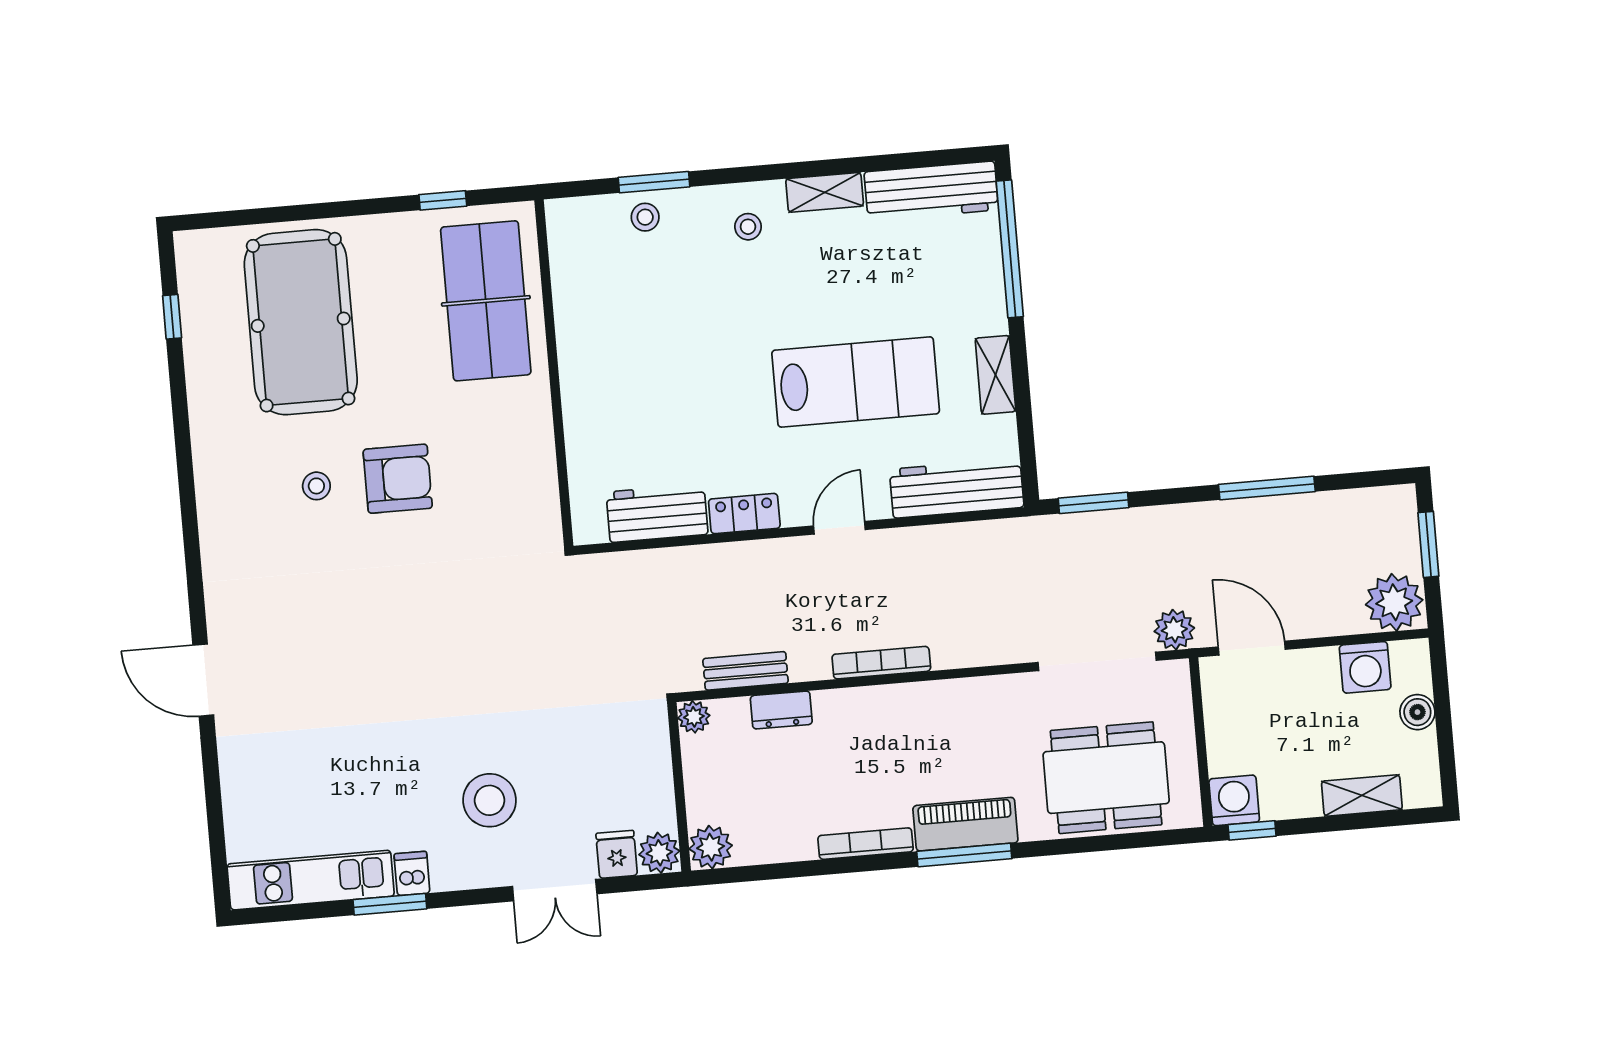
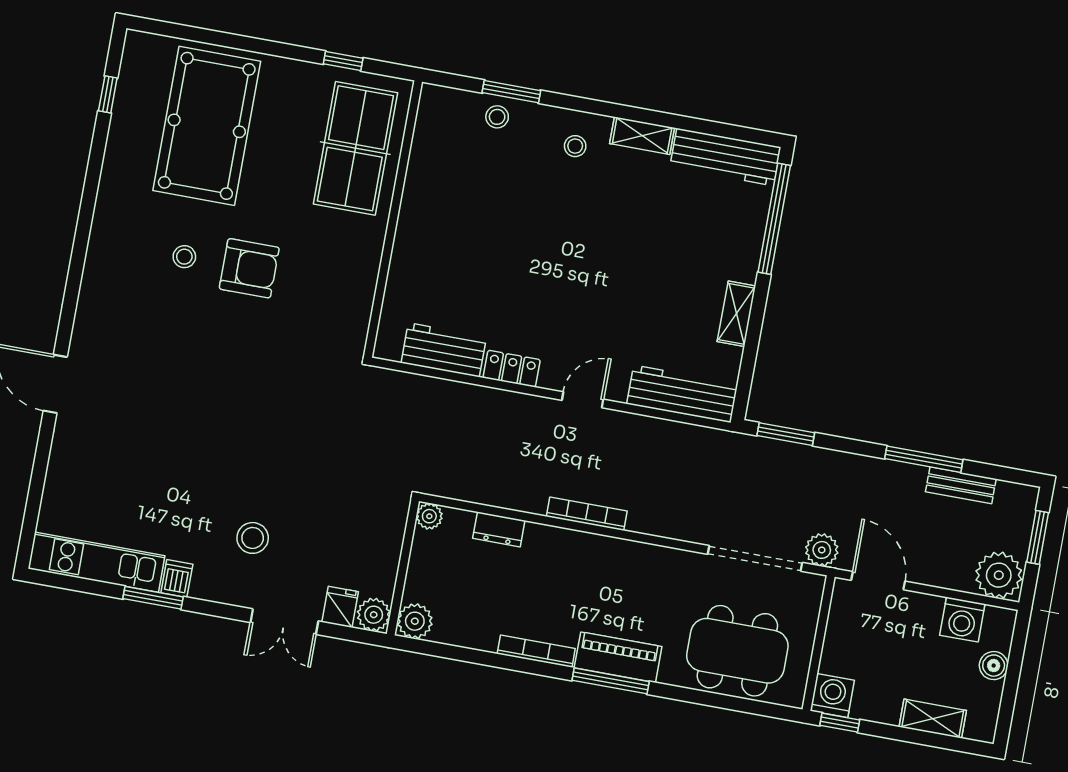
lab bench: (856, 382) -> (626, 290), removed
bench: (746, 671) -> (961, 485), moved
stool: (490, 800) -> (253, 538), width x0.73, depth x0.73

